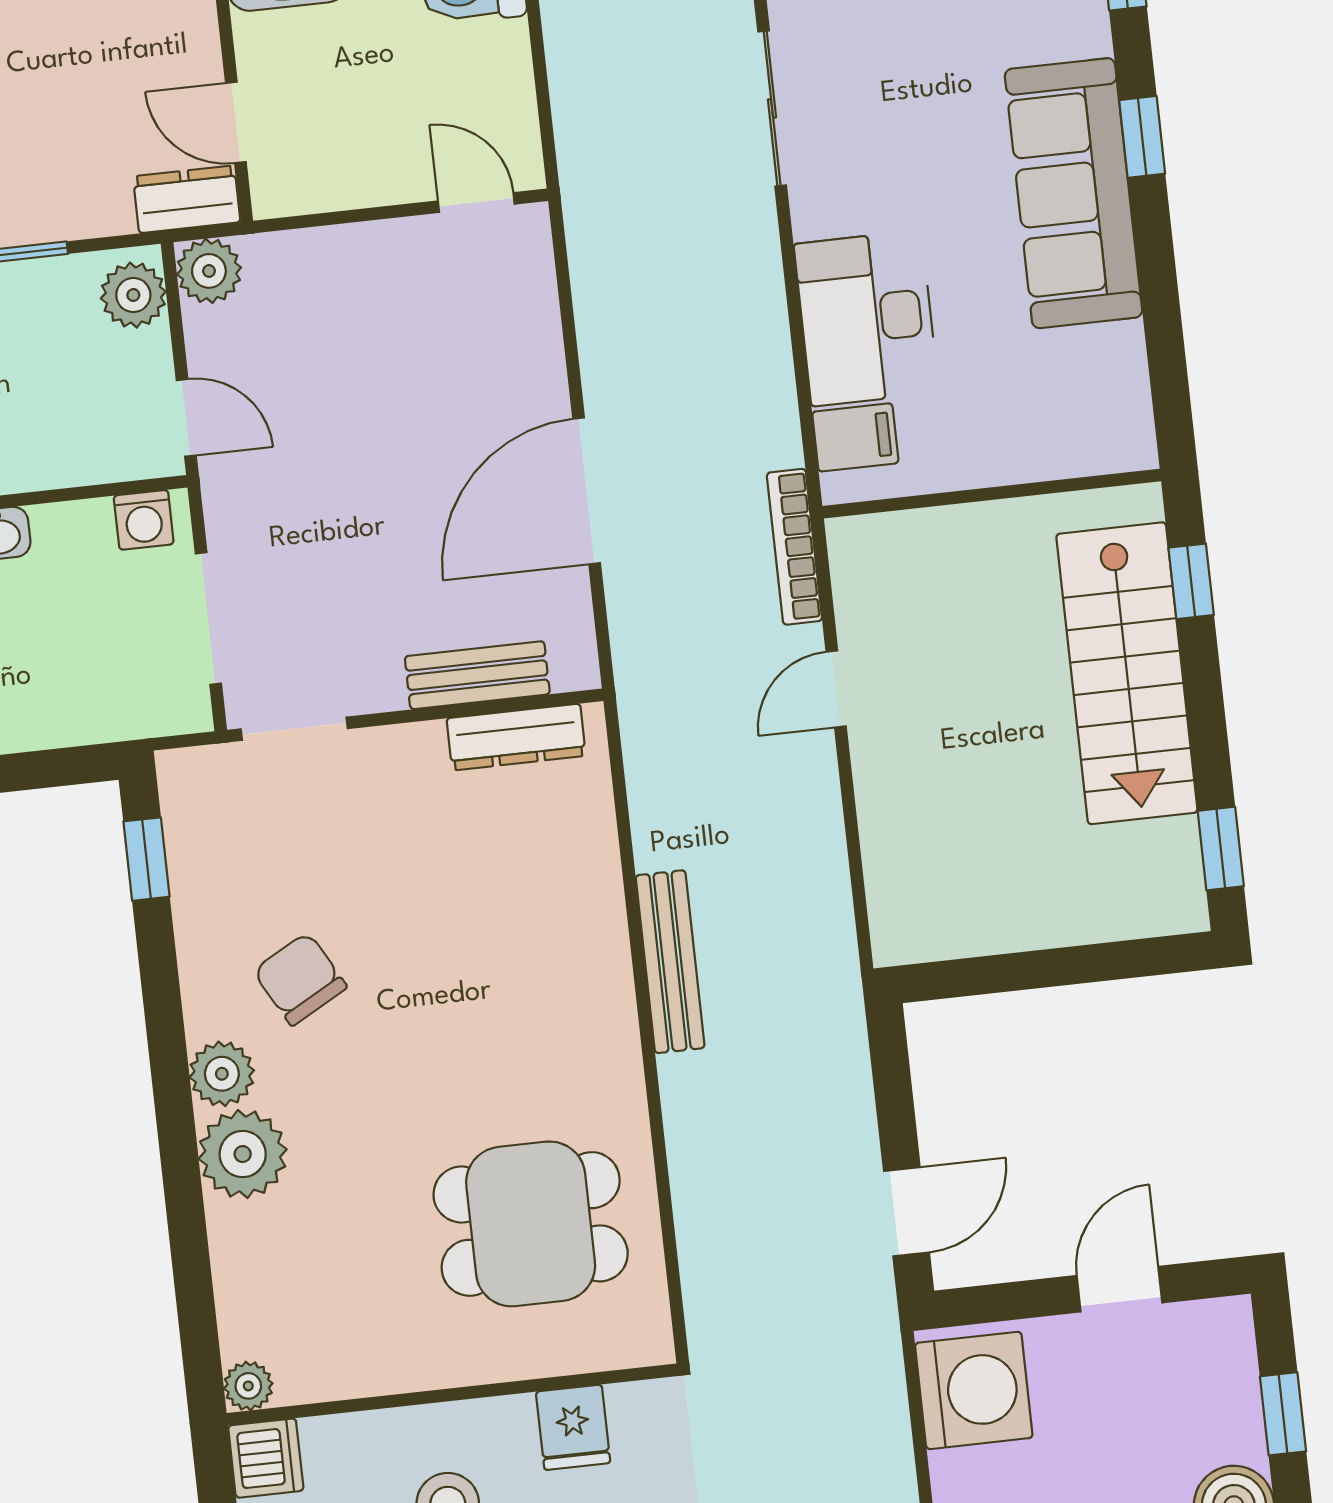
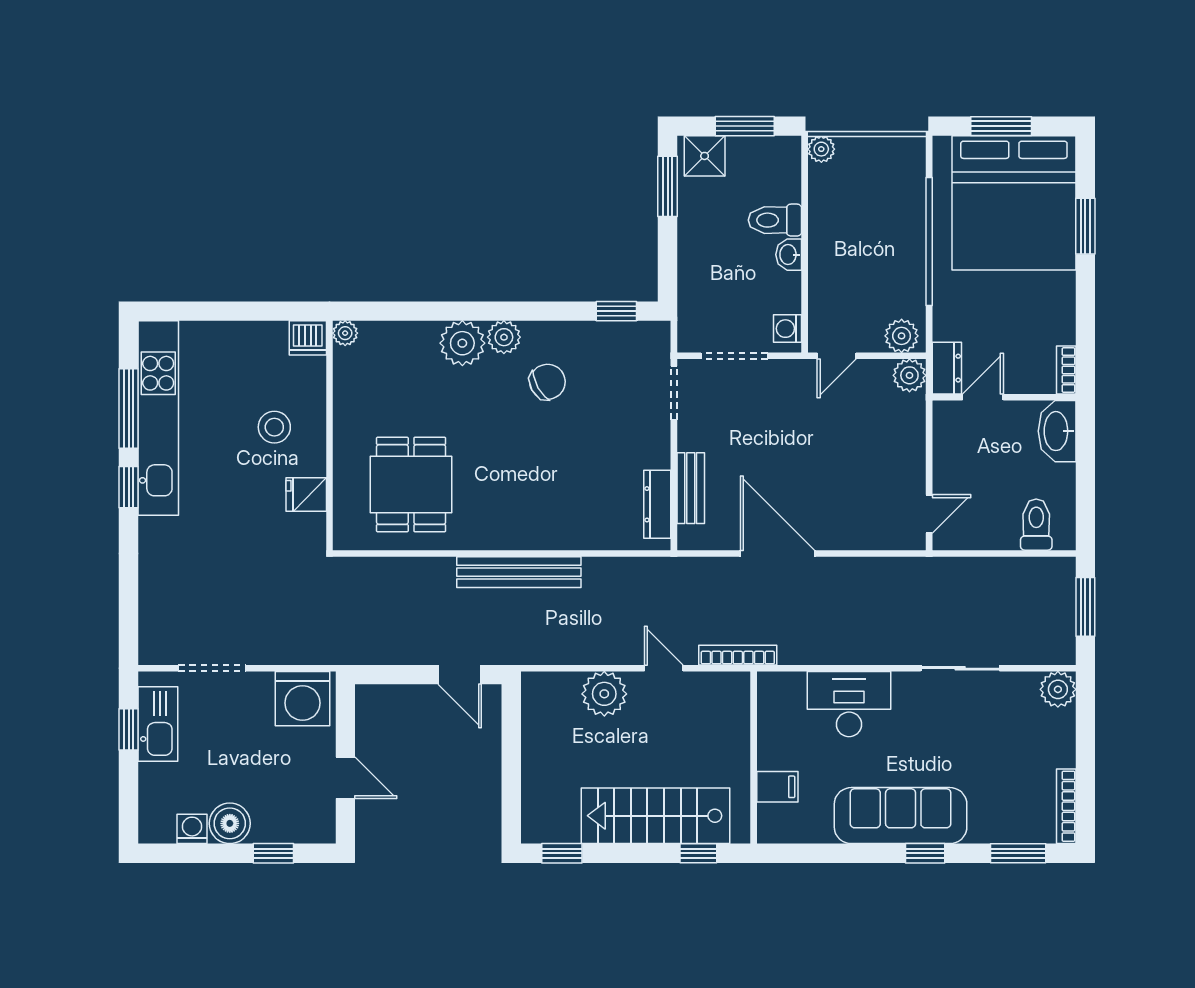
filing cabinet: (855, 437) -> (777, 787), moved, turned -90
plant: (899, 800) -> (604, 694), added
bench: (670, 962) -> (519, 572), width x1.37, depth x1.21
door: (907, 1212) -> (460, 675), moved

